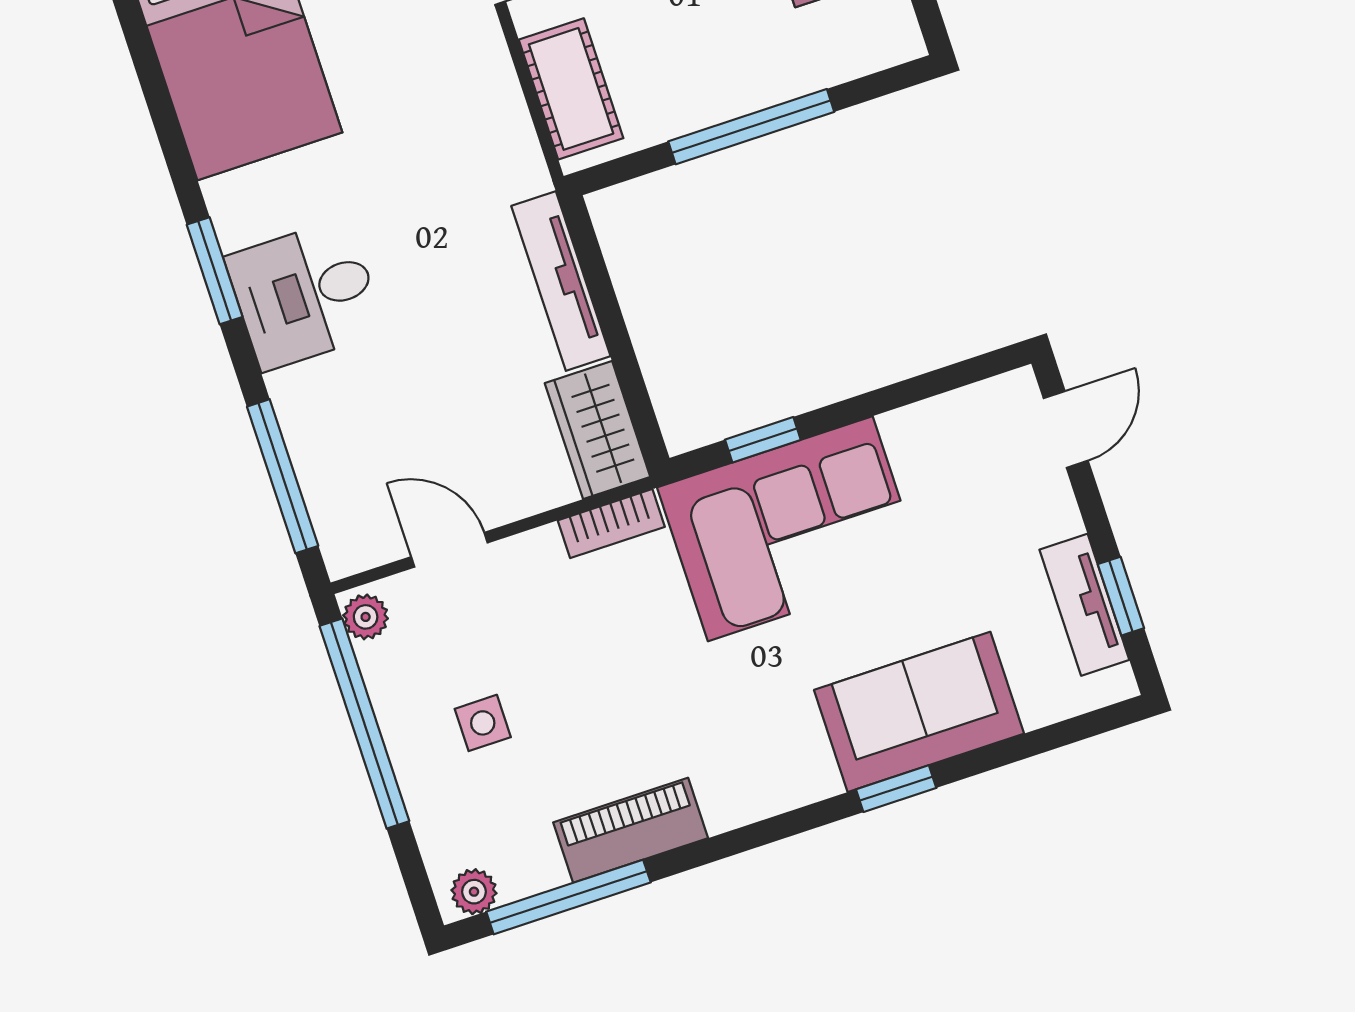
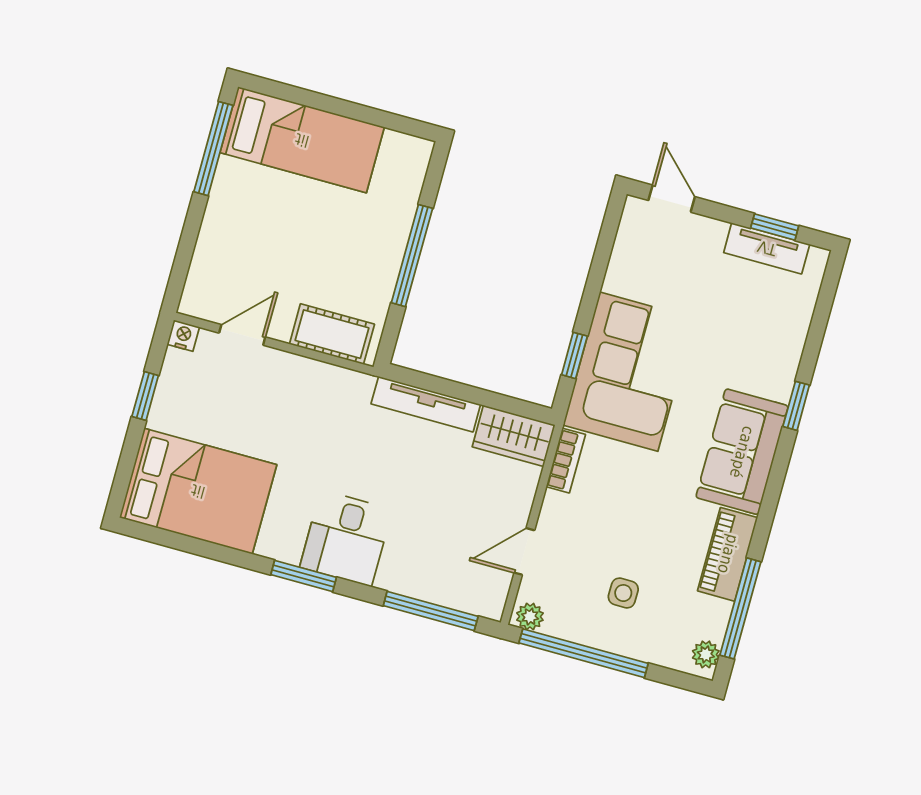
sofa: (919, 712) -> (742, 452), moved

